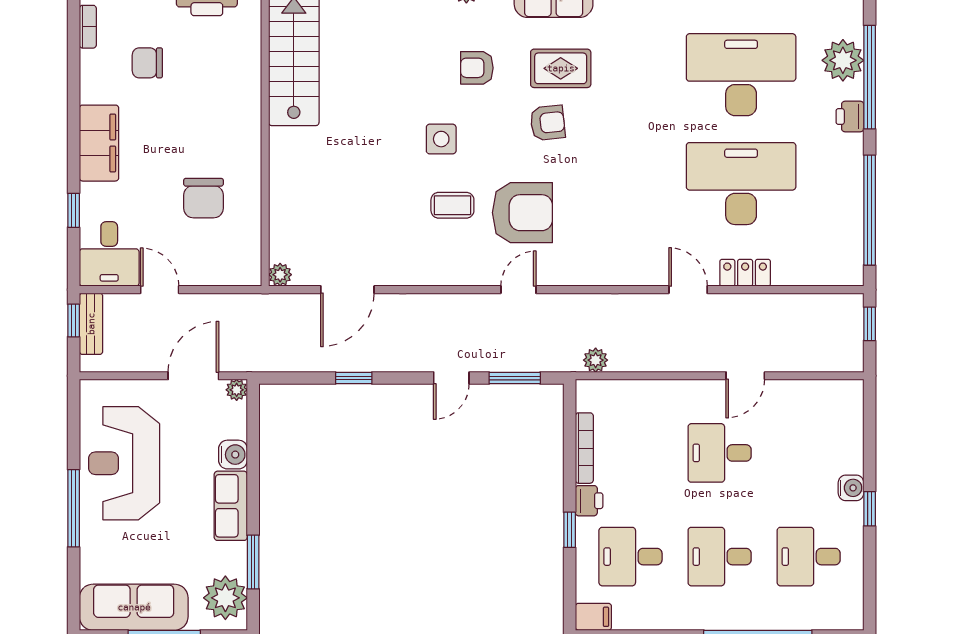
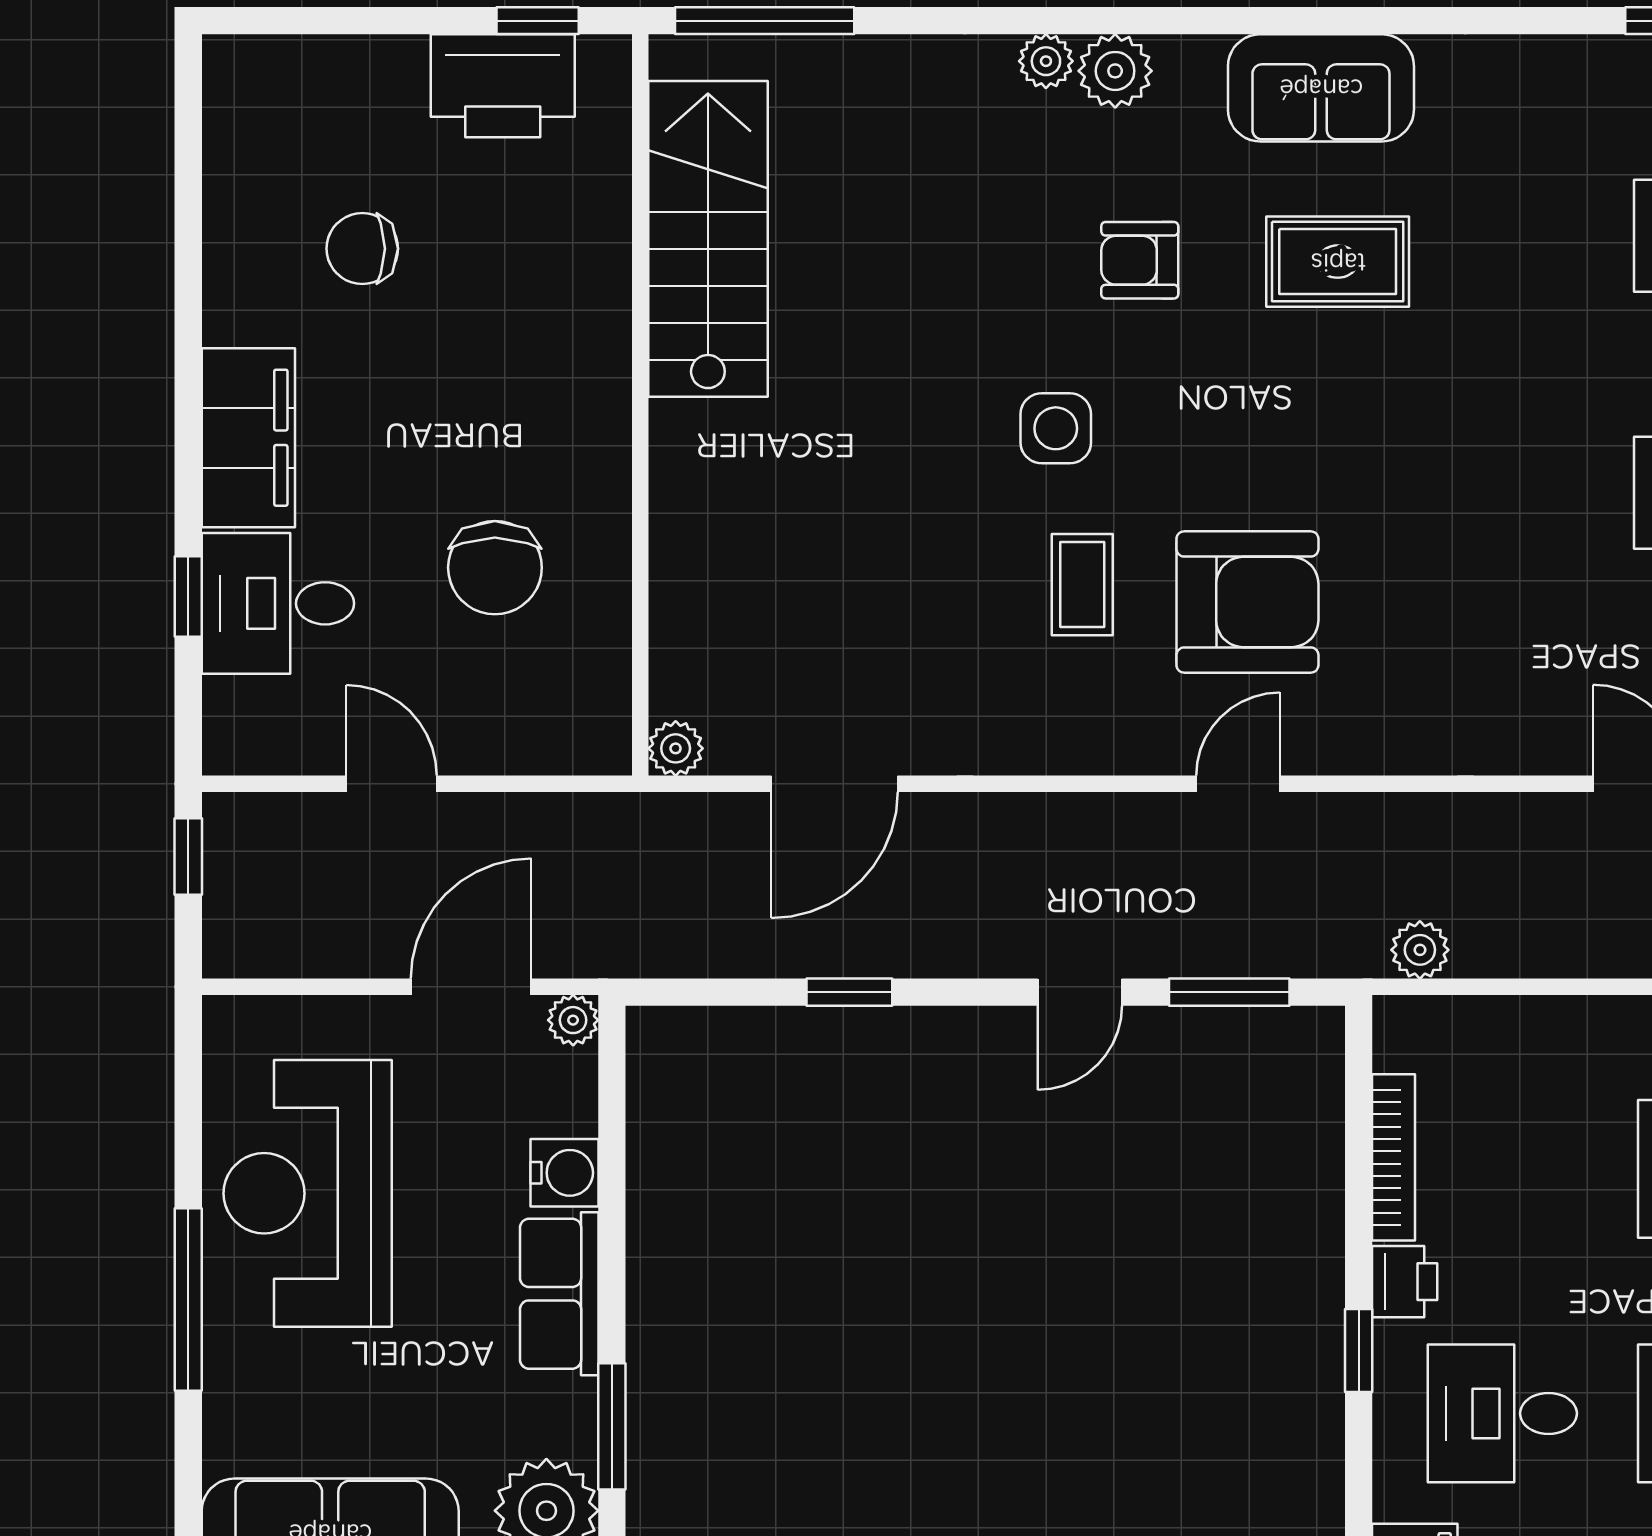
bookcase: (88, 27) -> (222, 163), removed
armchair: (548, 123) -> (1307, 390), removed
coffee table: (452, 205) -> (1082, 585), turned 90
desk: (109, 254) -> (278, 603), moved, turned 90
bench: (91, 324) -> (229, 864), removed

